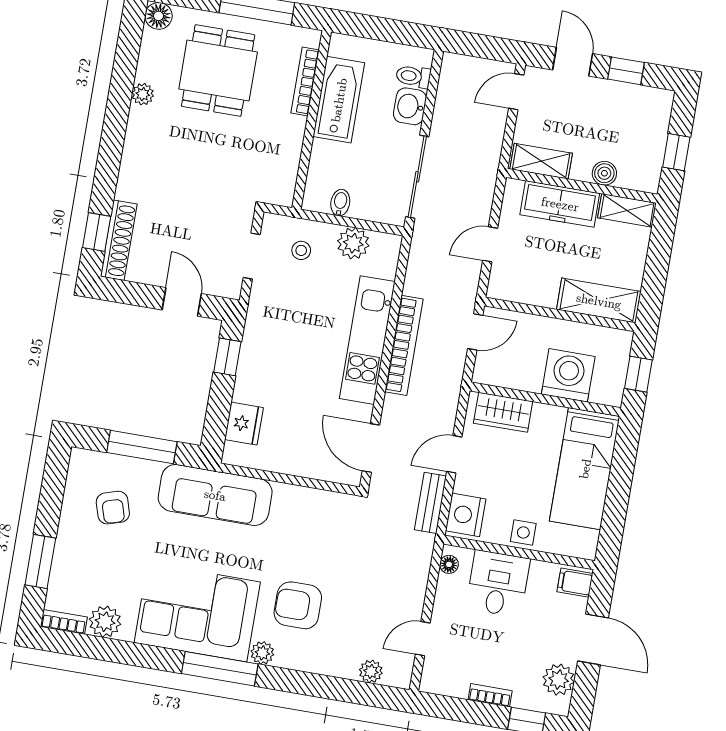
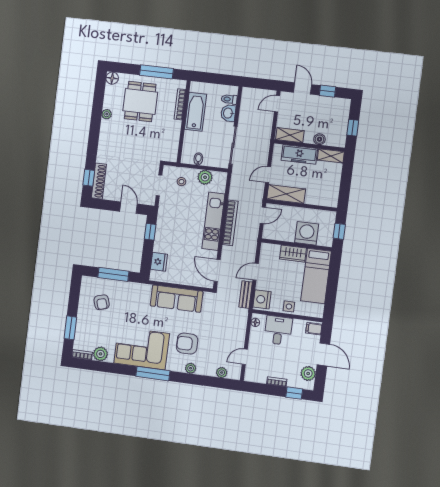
shelving: (599, 301) -> (286, 194), moved
wardrobe: (503, 412) -> (293, 254), moved
sofa: (215, 495) -> (177, 299), moved
plant: (262, 653) -> (191, 368), moved

